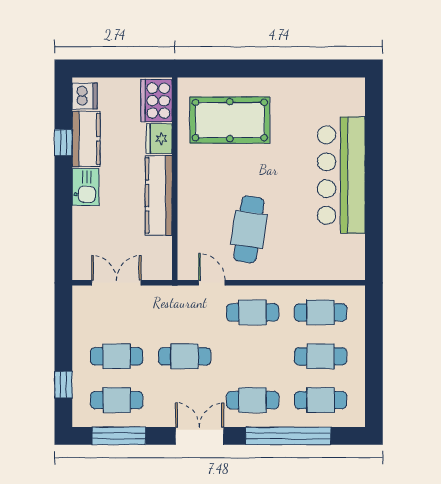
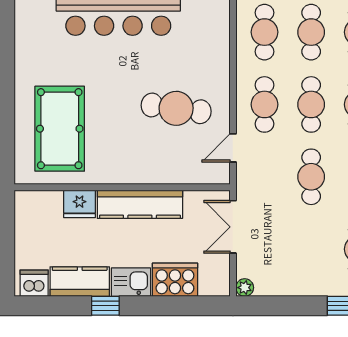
cooker: (156, 101) -> (175, 280), moved, turned 180
window: (63, 143) -> (105, 306), moved
double door: (116, 283) -> (233, 227), moved
plant: (81, 294) -> (245, 288), added
cafe table: (117, 356) -> (311, 104), moved

